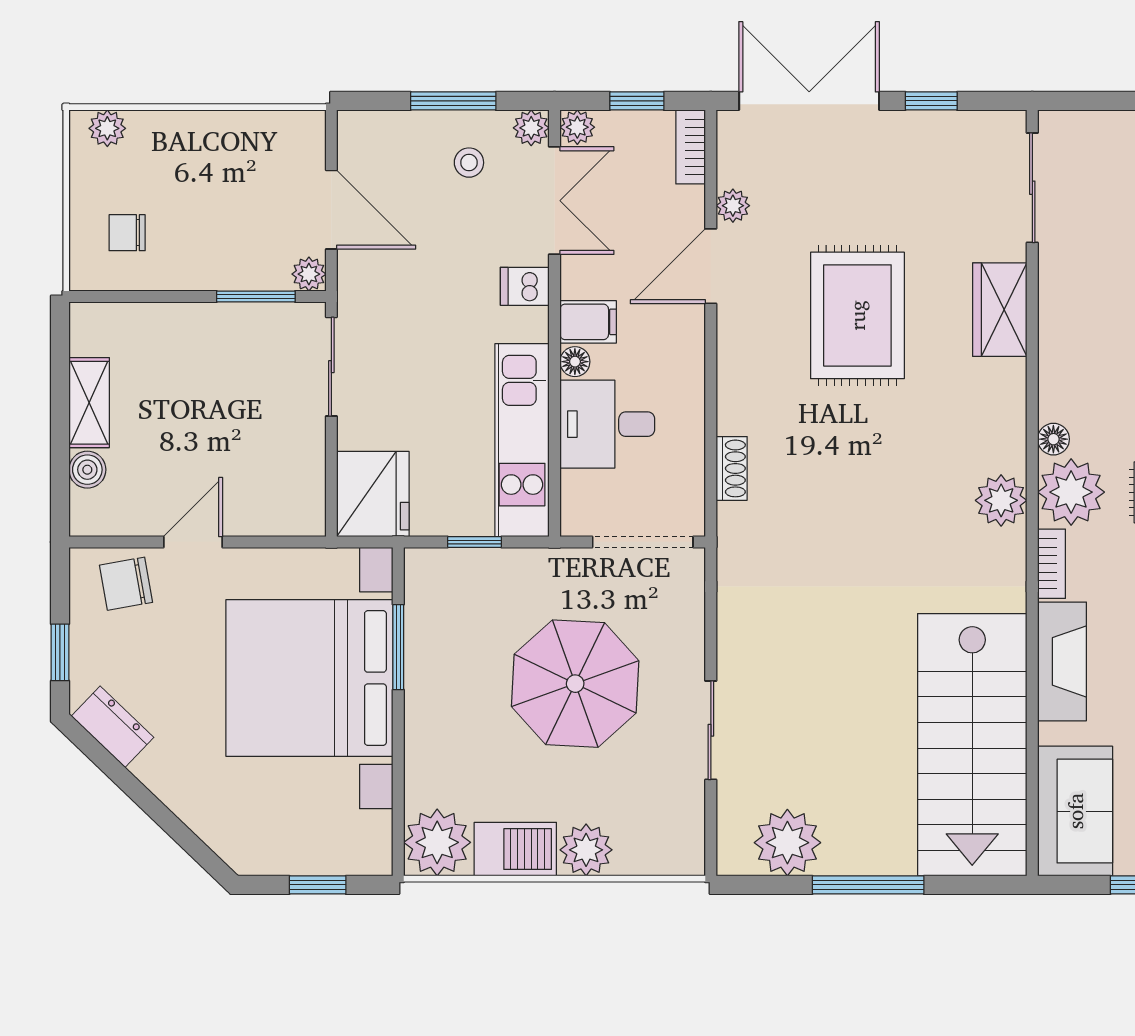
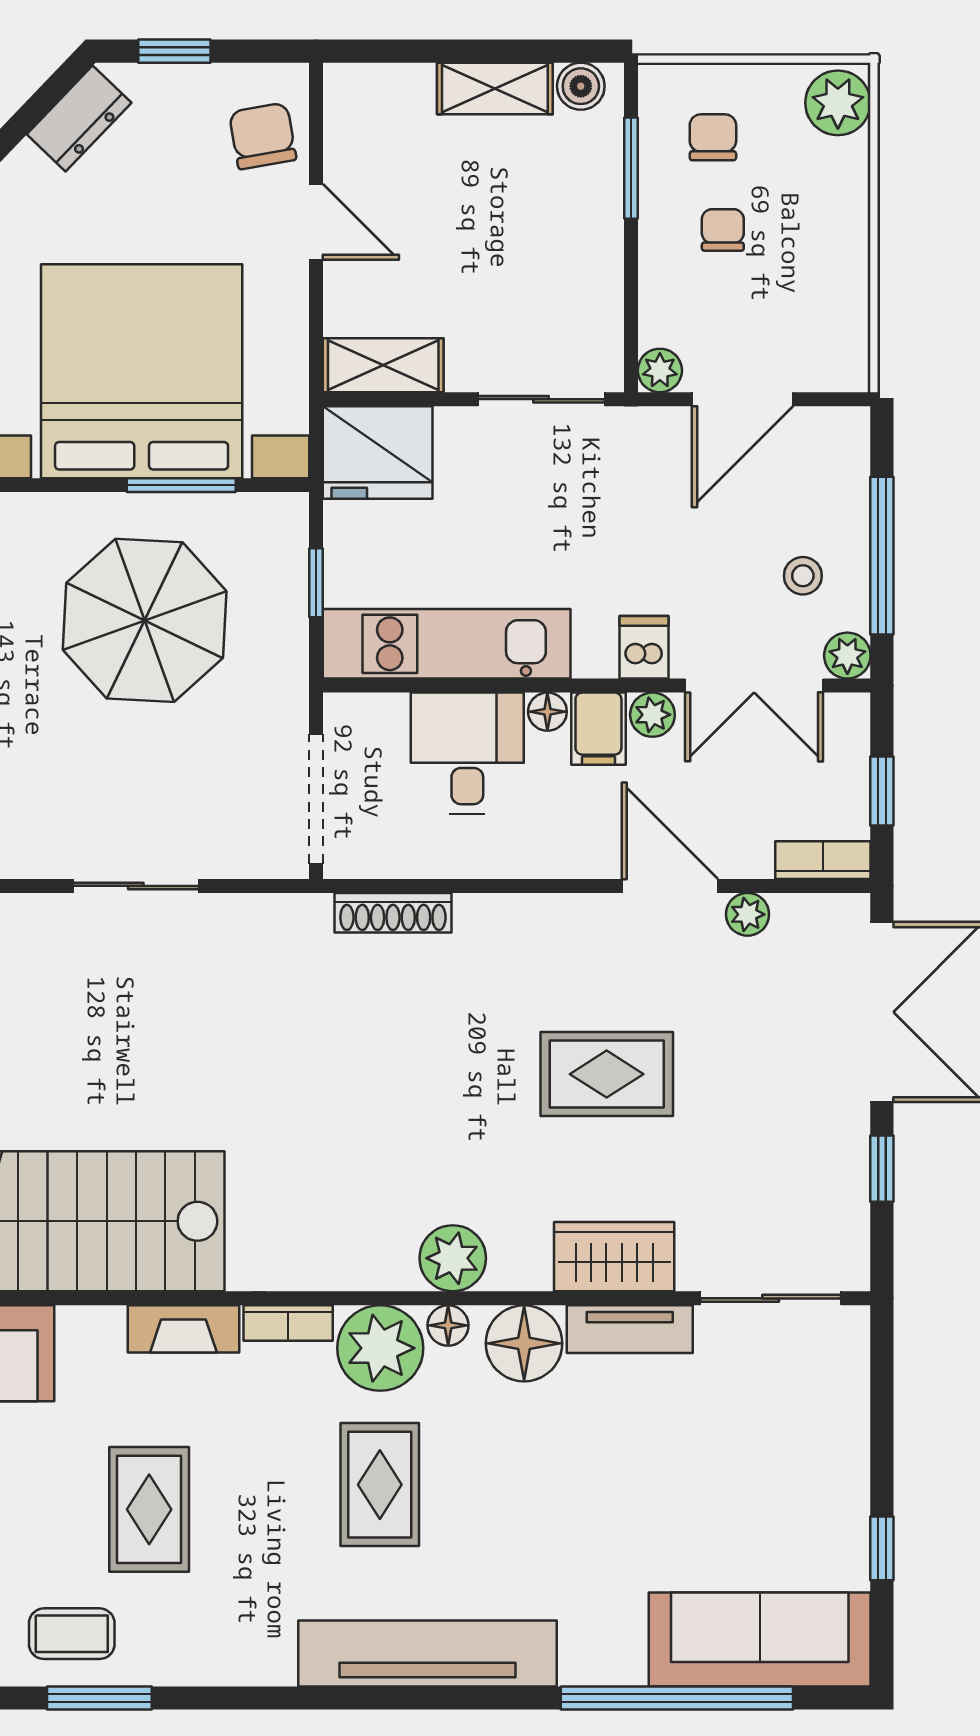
window: (453, 101) -> (882, 556), width x1.44
plant: (577, 127) -> (652, 715), moved
plant: (107, 128) -> (838, 103), width x1.38, depth x1.38
chair: (199, 225) -> (723, 230), added
window: (256, 296) -> (631, 168), moved
tv unit: (1056, 297) -> (630, 1329), added
rug: (857, 315) -> (607, 1074), width x0.73, depth x0.70
floor lamp: (1067, 380) -> (524, 1343), added
shoe rack: (732, 468) -> (393, 913), width x1.43
boiler: (87, 470) -> (581, 86), moved
shelving: (305, 490) -> (383, 365), added
plant: (1001, 500) -> (453, 1258), moved
fireplace: (1062, 661) -> (183, 1329), width x0.73, depth x0.76
parasol: (575, 684) -> (145, 620), moved
sliding door: (711, 730) -> (136, 886), moved

